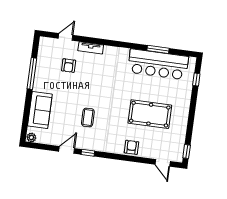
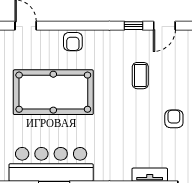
armchair: (69, 66) -> (174, 119), moved
pool table: (150, 114) -> (53, 92), width x1.36, depth x1.32

